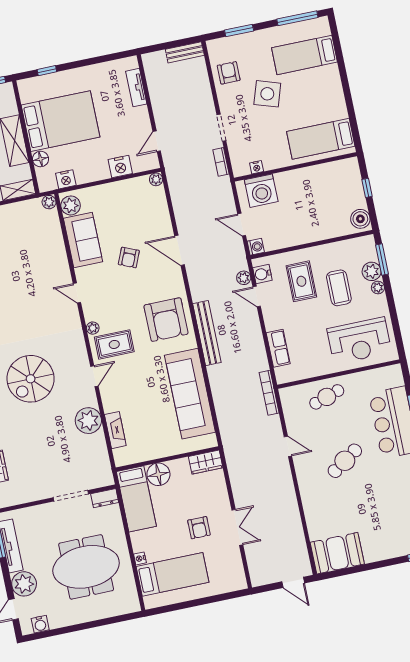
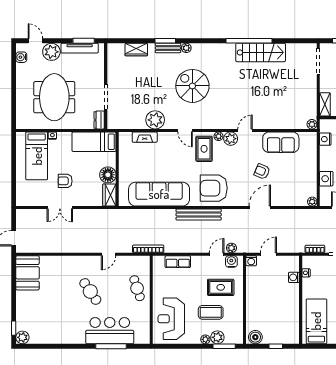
washing machine: (261, 191) -> (294, 277), width x0.53, depth x0.53
plant: (71, 205) -> (231, 139), moved
floor lamp: (158, 474) -> (108, 175), moved

